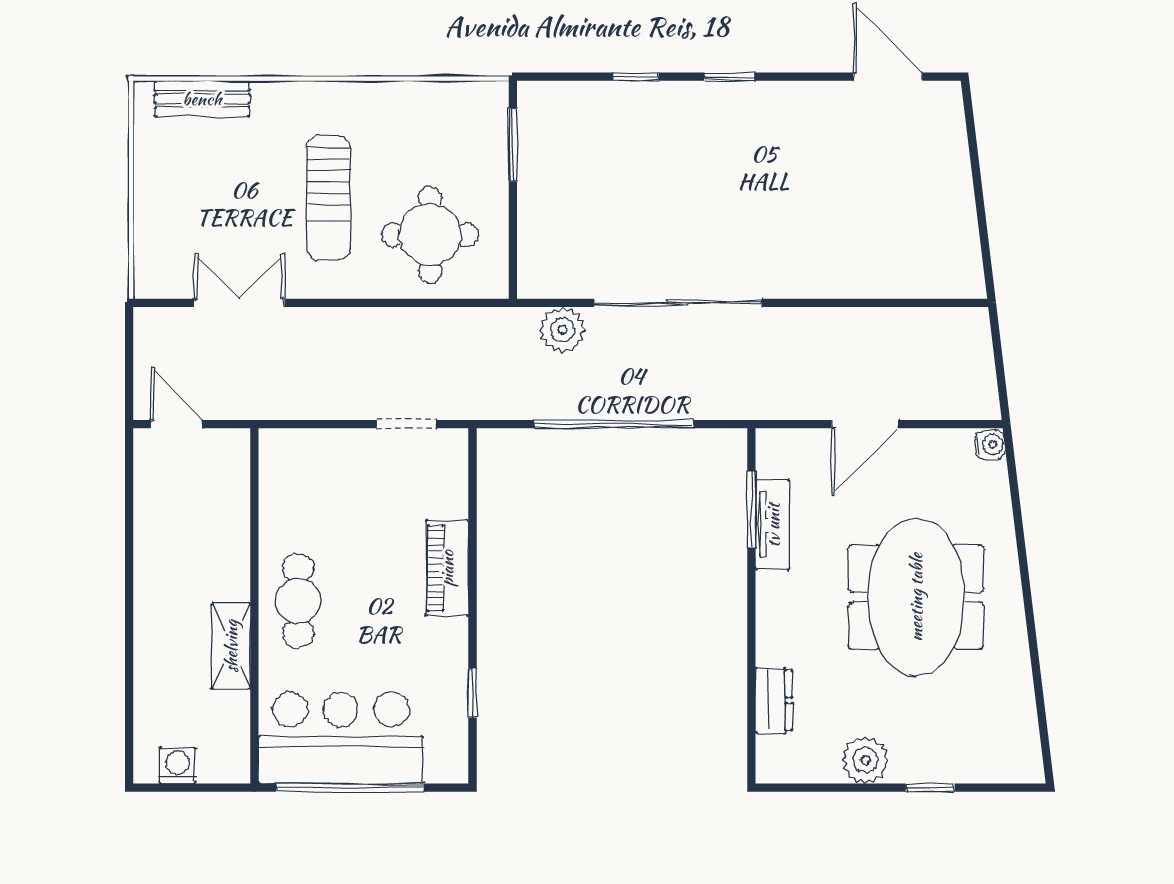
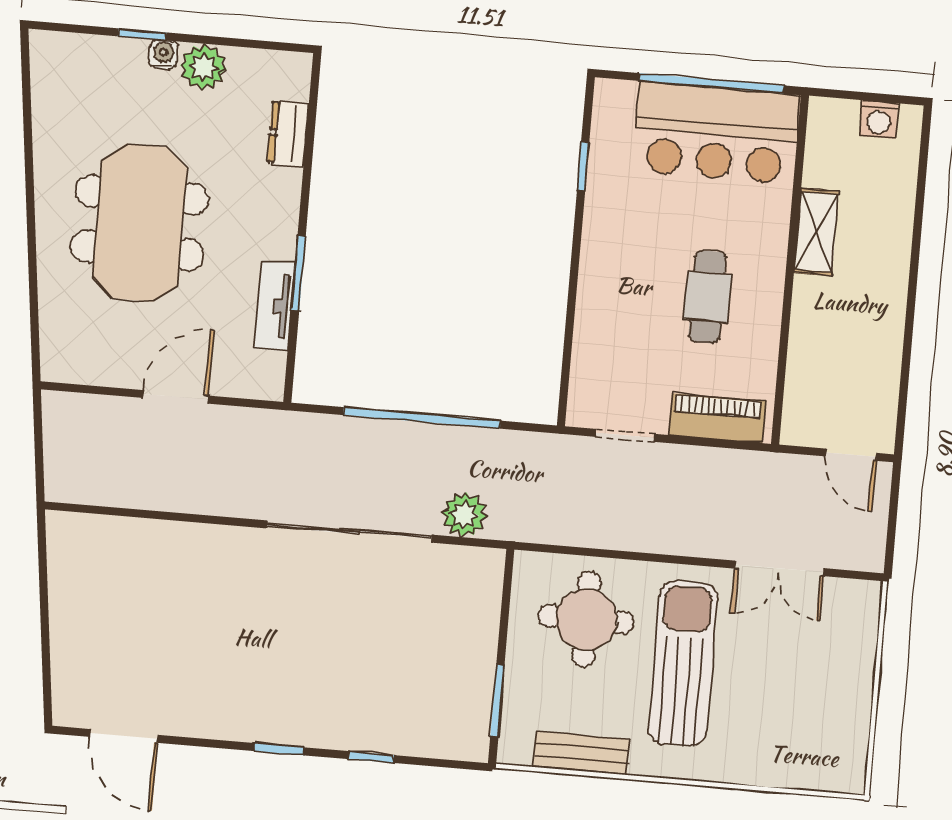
bench: (202, 99) -> (581, 753), moved
sun lounger: (329, 198) -> (683, 664), width x1.36, depth x1.34
water cooler: (990, 445) -> (163, 55), moved, turned 97
window: (751, 509) -> (298, 273), moved
piano: (447, 568) -> (717, 418), moved, turned -90
cafe table: (298, 601) -> (707, 297), moved

